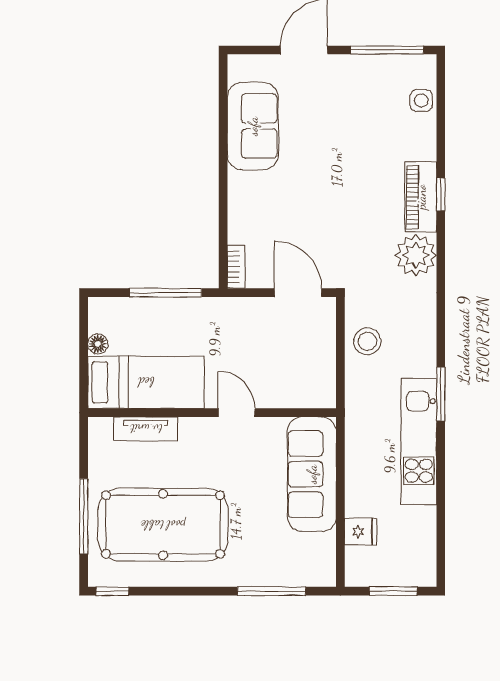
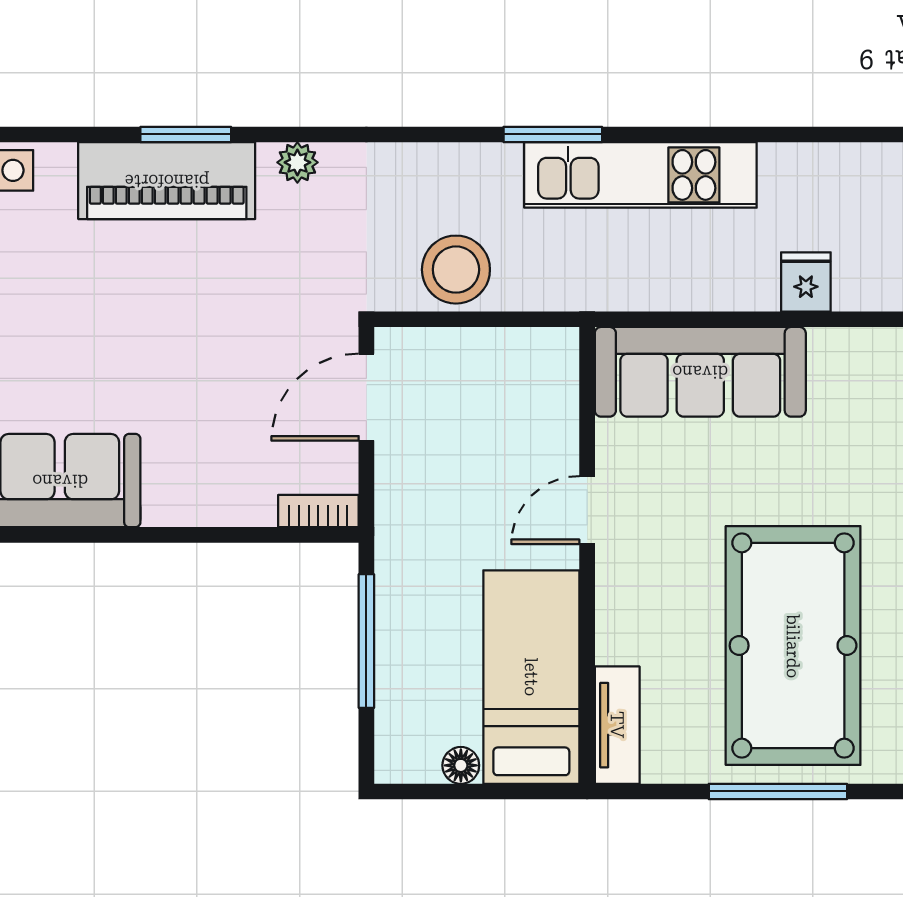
window: (441, 194) -> (186, 134), width x1.50
piano: (421, 197) -> (167, 181), width x1.37, depth x1.33
plant: (416, 255) -> (297, 162), width x0.53, depth x0.53
stool: (367, 341) -> (456, 270), width x1.38, depth x1.38
tv unit: (146, 429) -> (617, 725), moved

